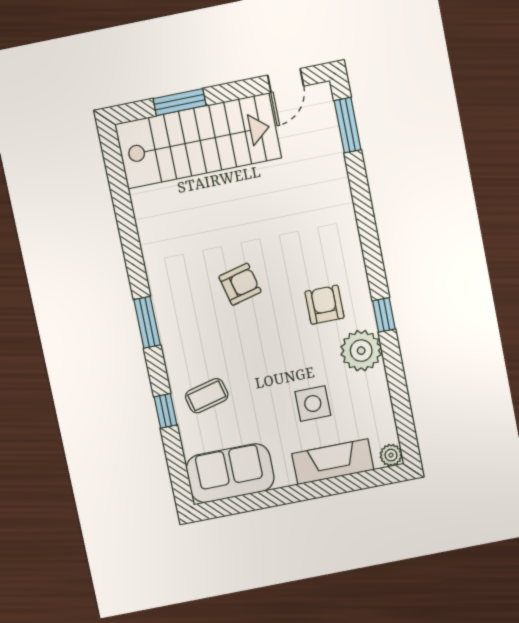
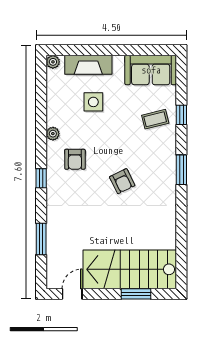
window: (348, 125) -> (41, 239), moved
armchair: (240, 284) -> (122, 181), turned -102
window: (384, 315) -> (41, 178), moved
plant: (361, 351) -> (53, 134), width x0.53, depth x0.53

